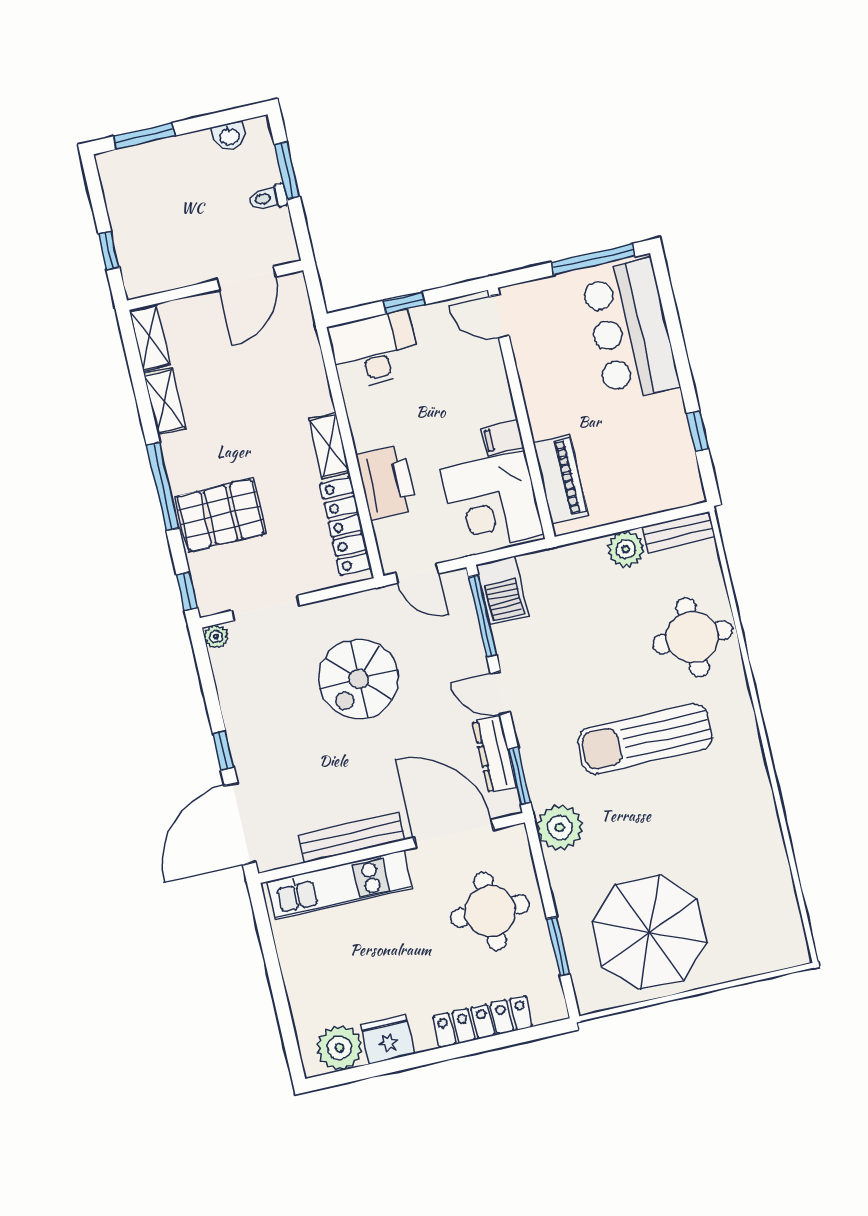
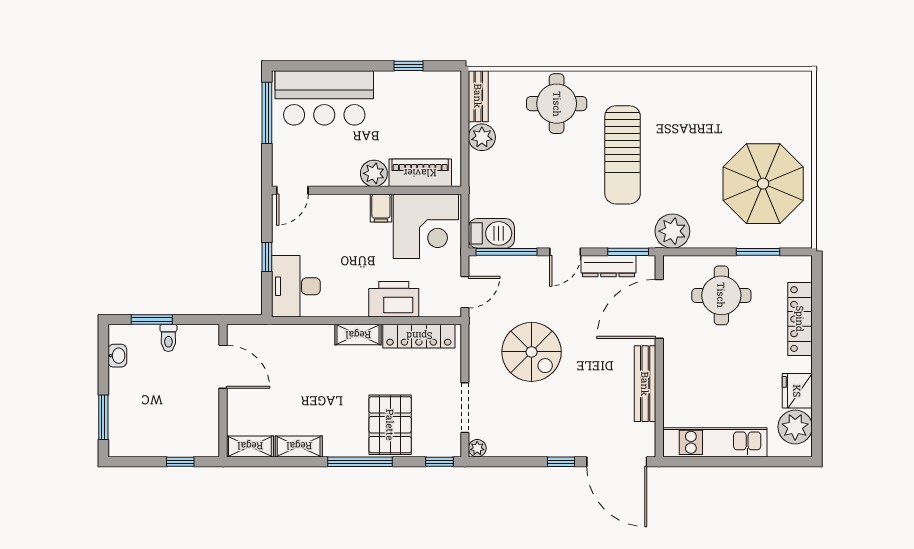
plant: (546, 418) -> (374, 173), added
kitchen unit: (339, 885) -> (715, 442), moved, turned -90

